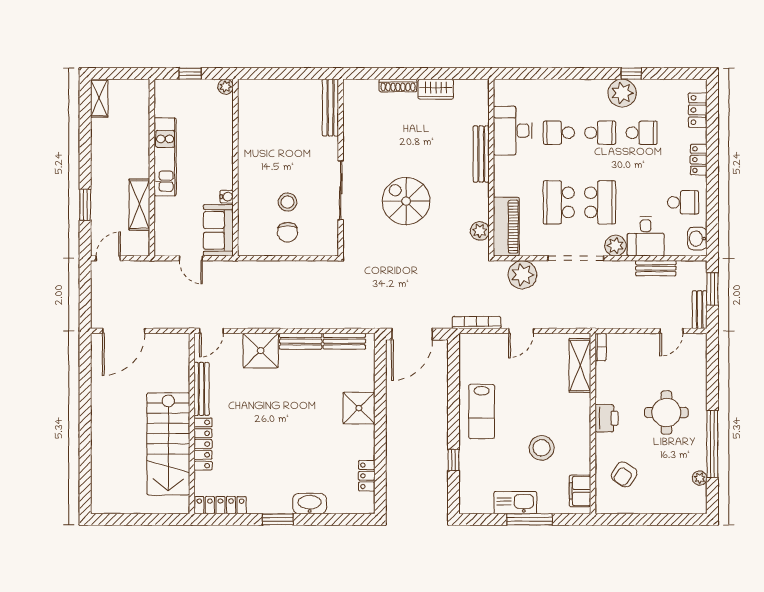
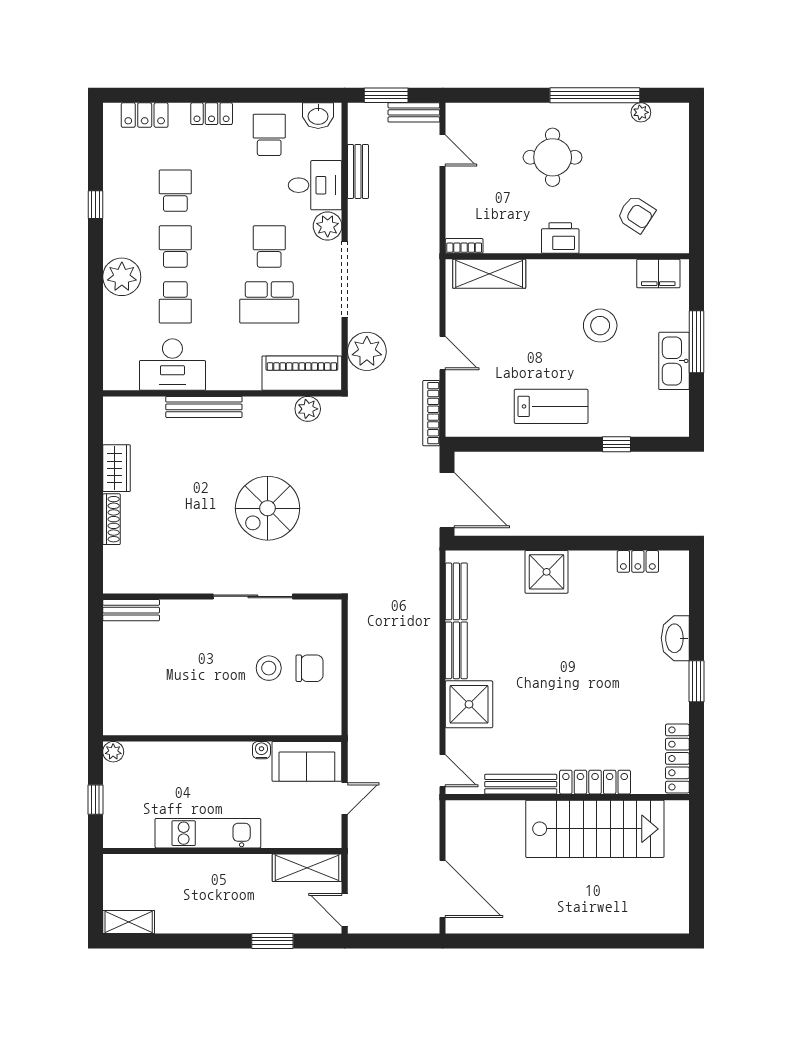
plant: (622, 93) -> (122, 277), moved
bench: (330, 108) -> (131, 610), width x0.73
school desk: (600, 202) -> (269, 247), width x0.54
shelving: (139, 205) -> (307, 868), moved

